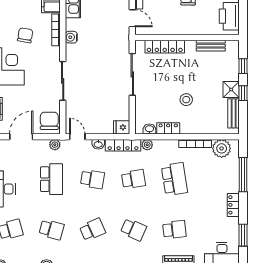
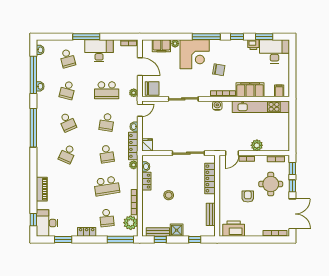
window: (243, 93) -> (160, 240), moved
window: (243, 175) -> (120, 240), moved
school desk: (174, 230) -> (107, 218), moved

